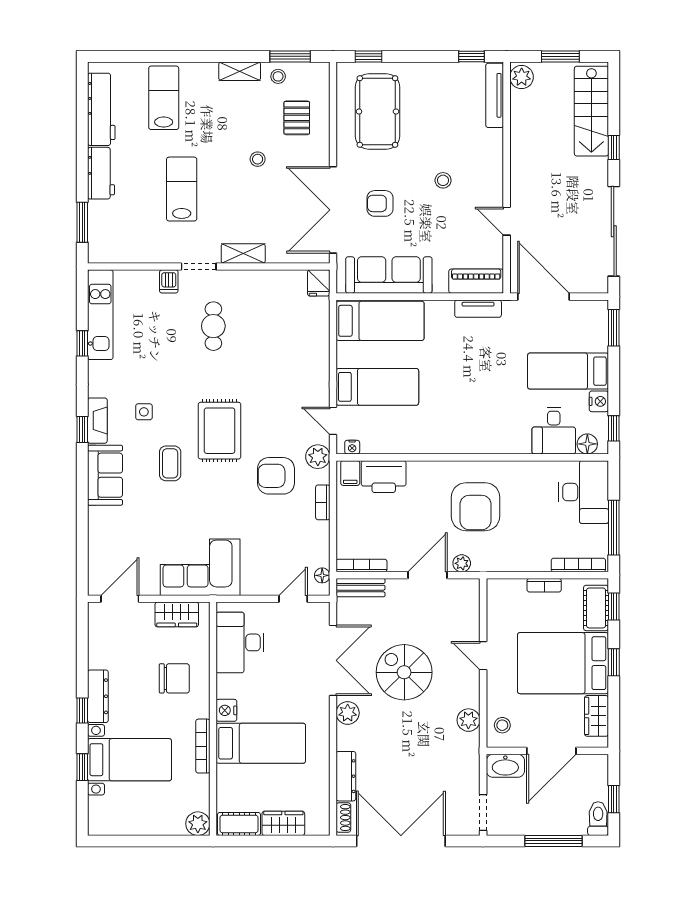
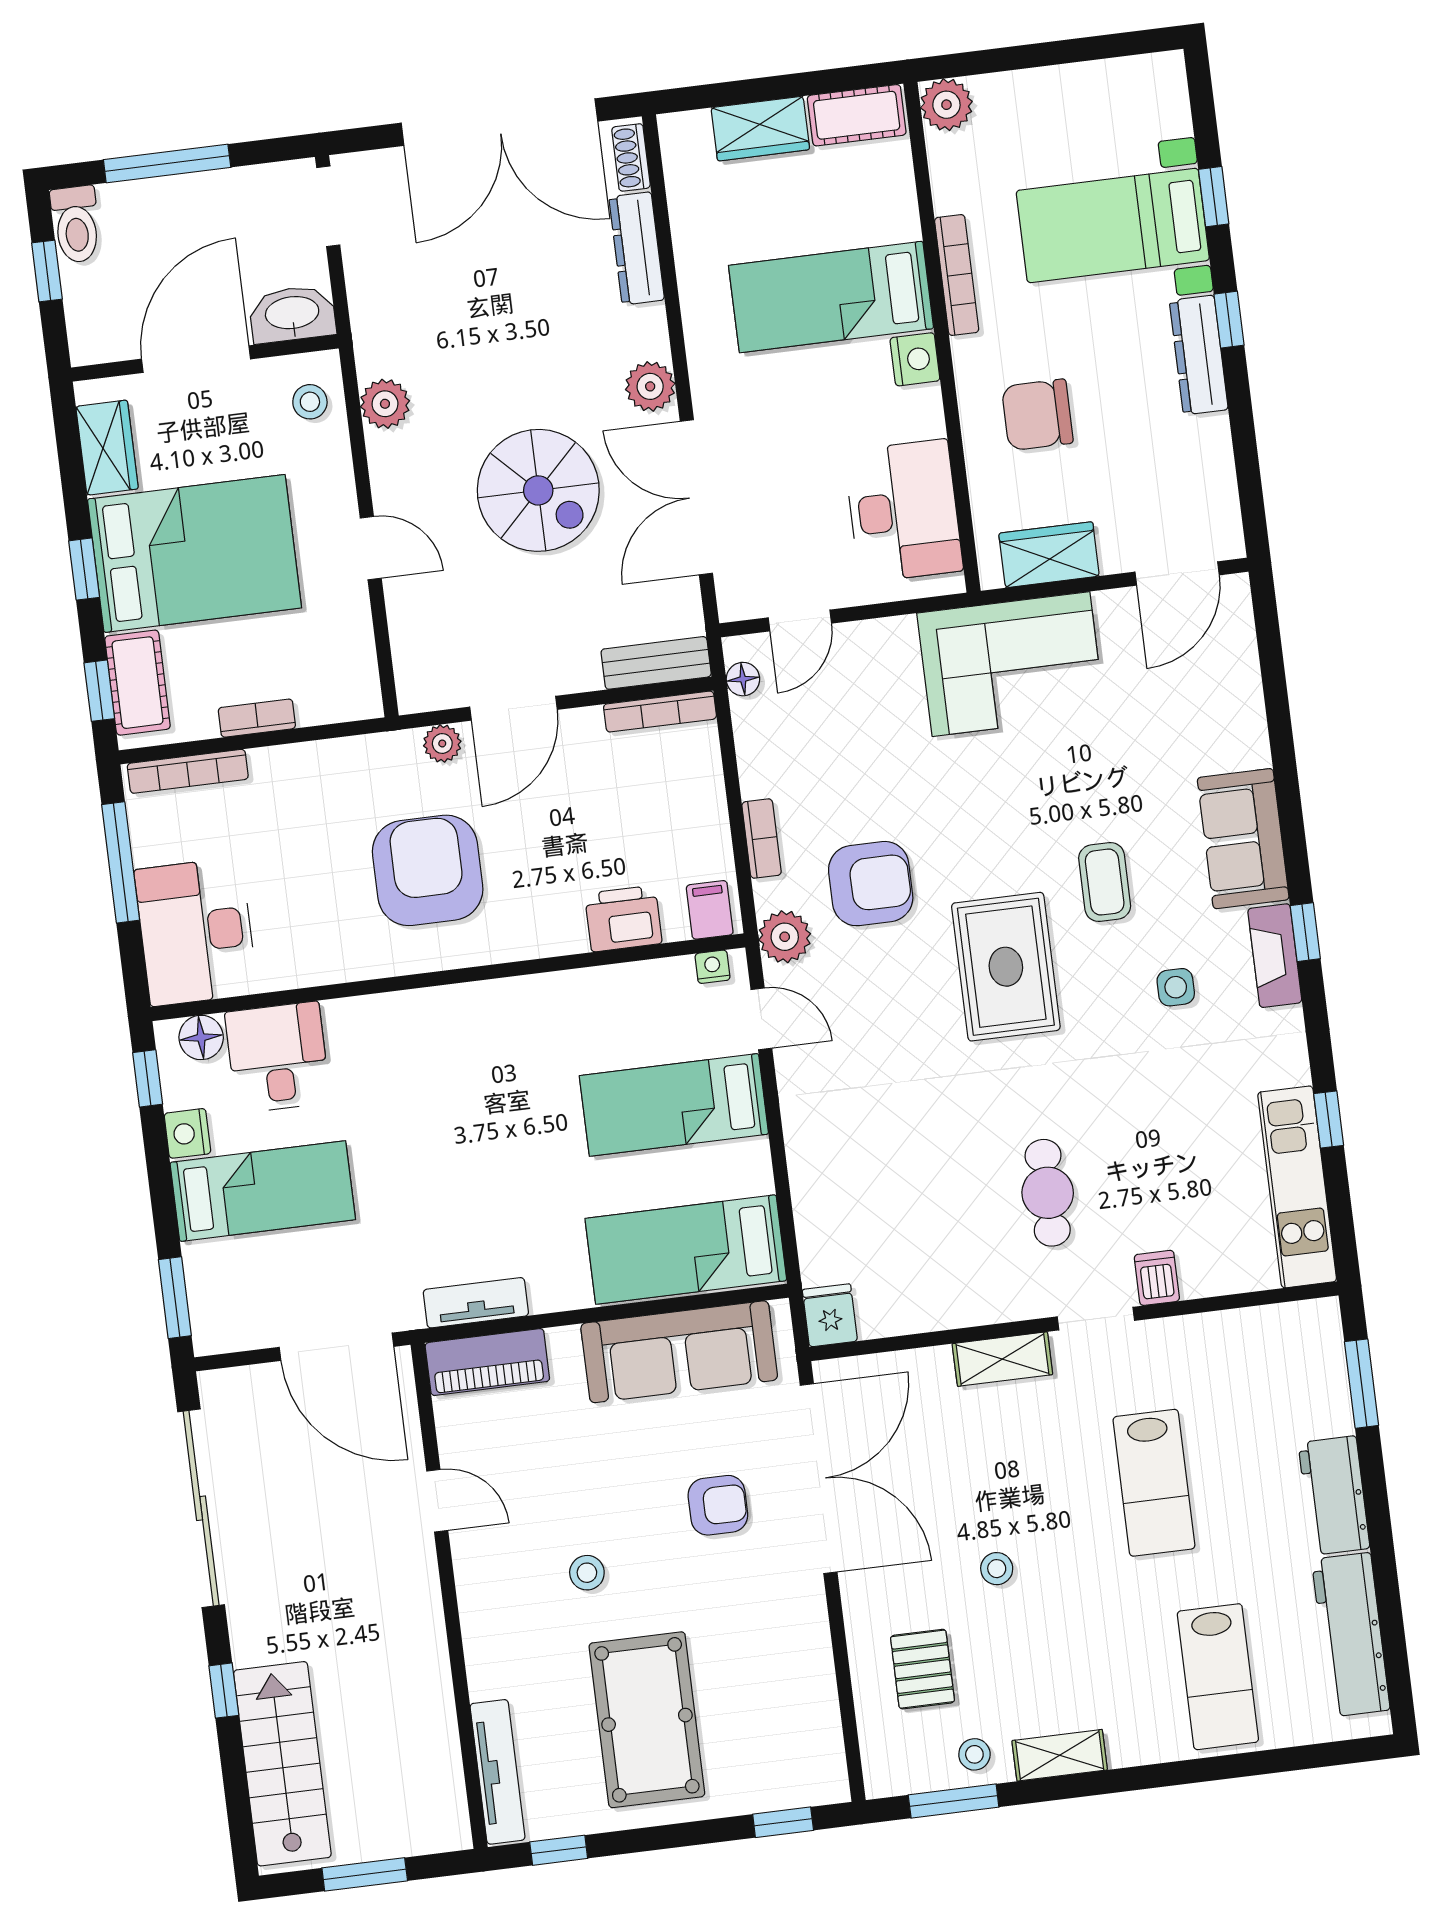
plant: (522, 77) -> (444, 1819), removed
pool table: (377, 111) -> (647, 1720), moved
printer: (384, 477) -> (623, 919), width x0.73, depth x0.84

